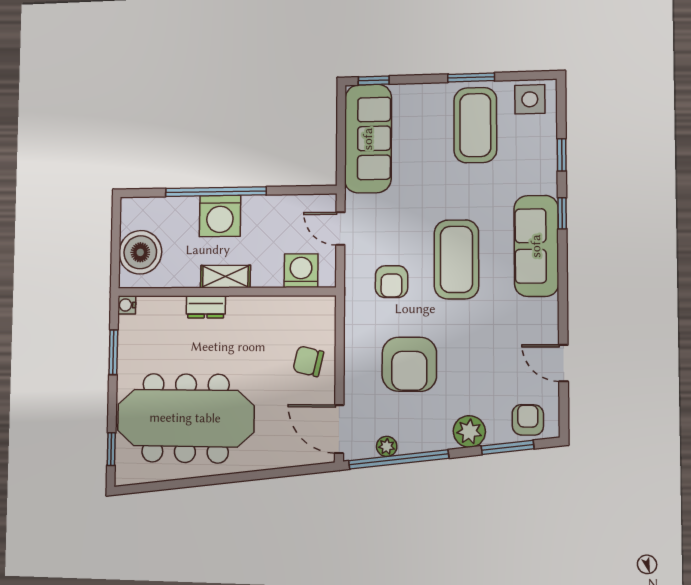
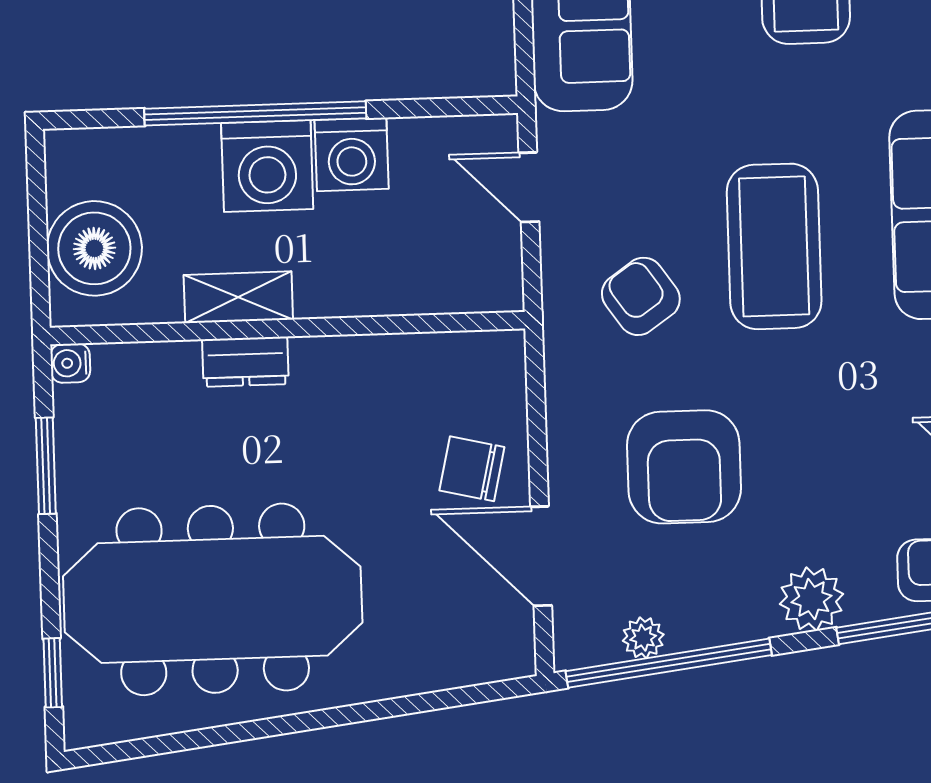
washing machine: (301, 271) -> (352, 154), moved, turned 180
shelving: (225, 277) -> (238, 297), moved
armchair: (391, 282) -> (641, 296), turned 145
door: (339, 429) -> (541, 556), moved

